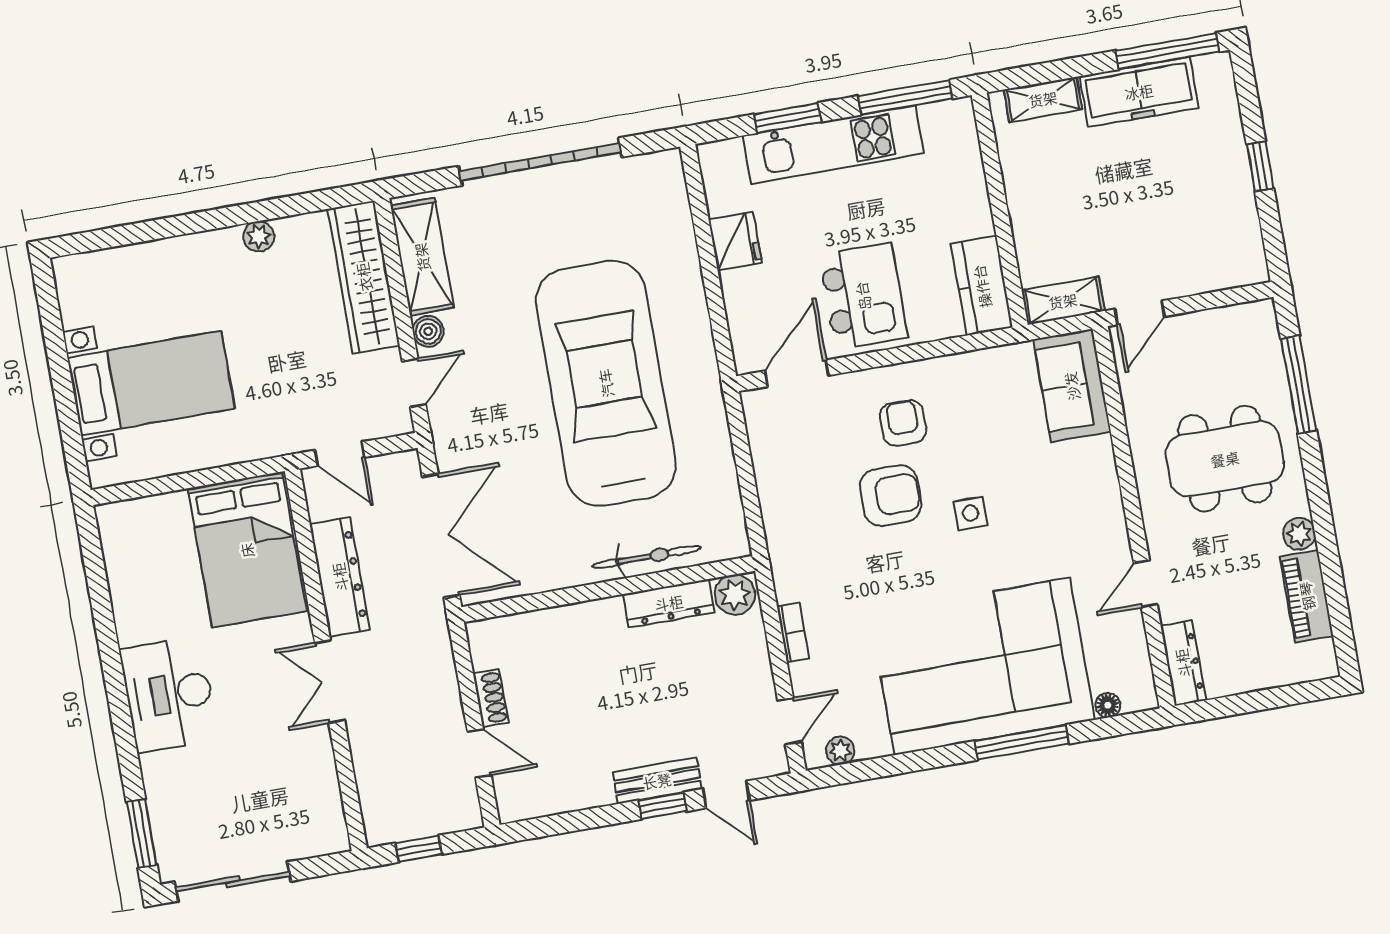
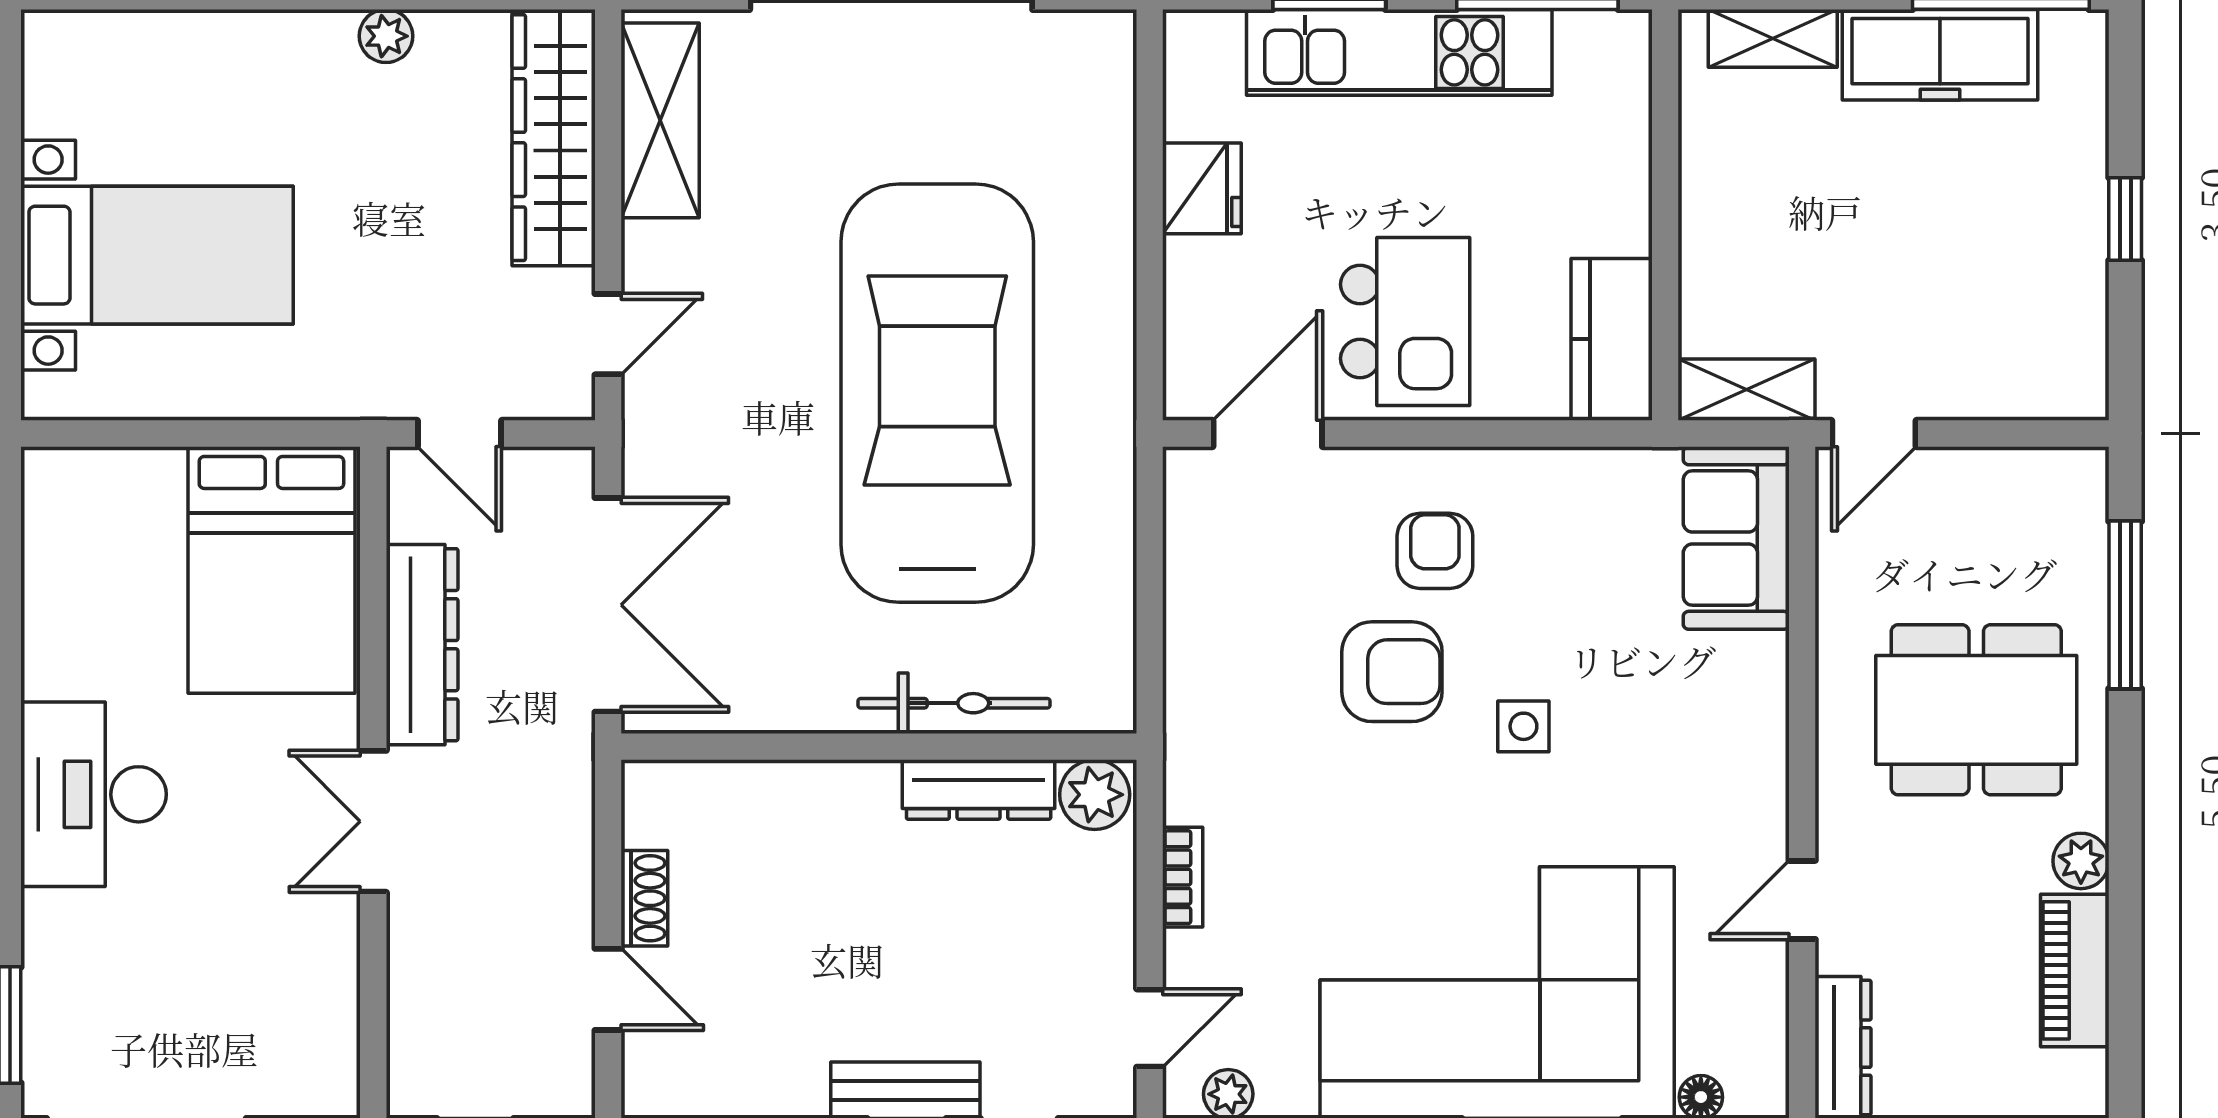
boiler: (428, 331) -> (648, 250), removed

